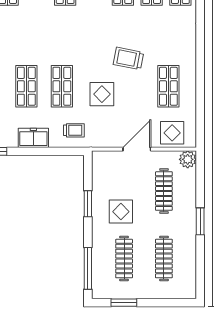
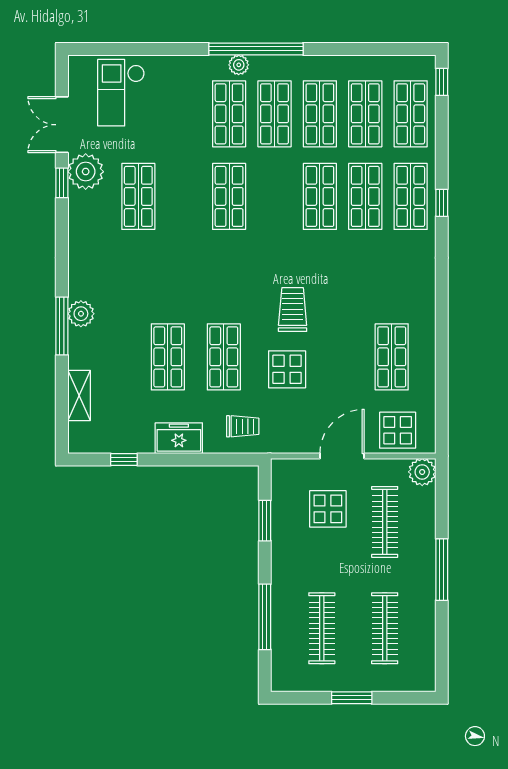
trolley: (128, 58) -> (293, 310), moved, turned 79
window: (88, 204) -> (265, 521), moved
display table: (121, 212) -> (328, 509), moved
window: (200, 221) -> (442, 570), width x1.44
window: (88, 268) -> (265, 617), moved
window: (124, 303) -> (352, 698), moved

